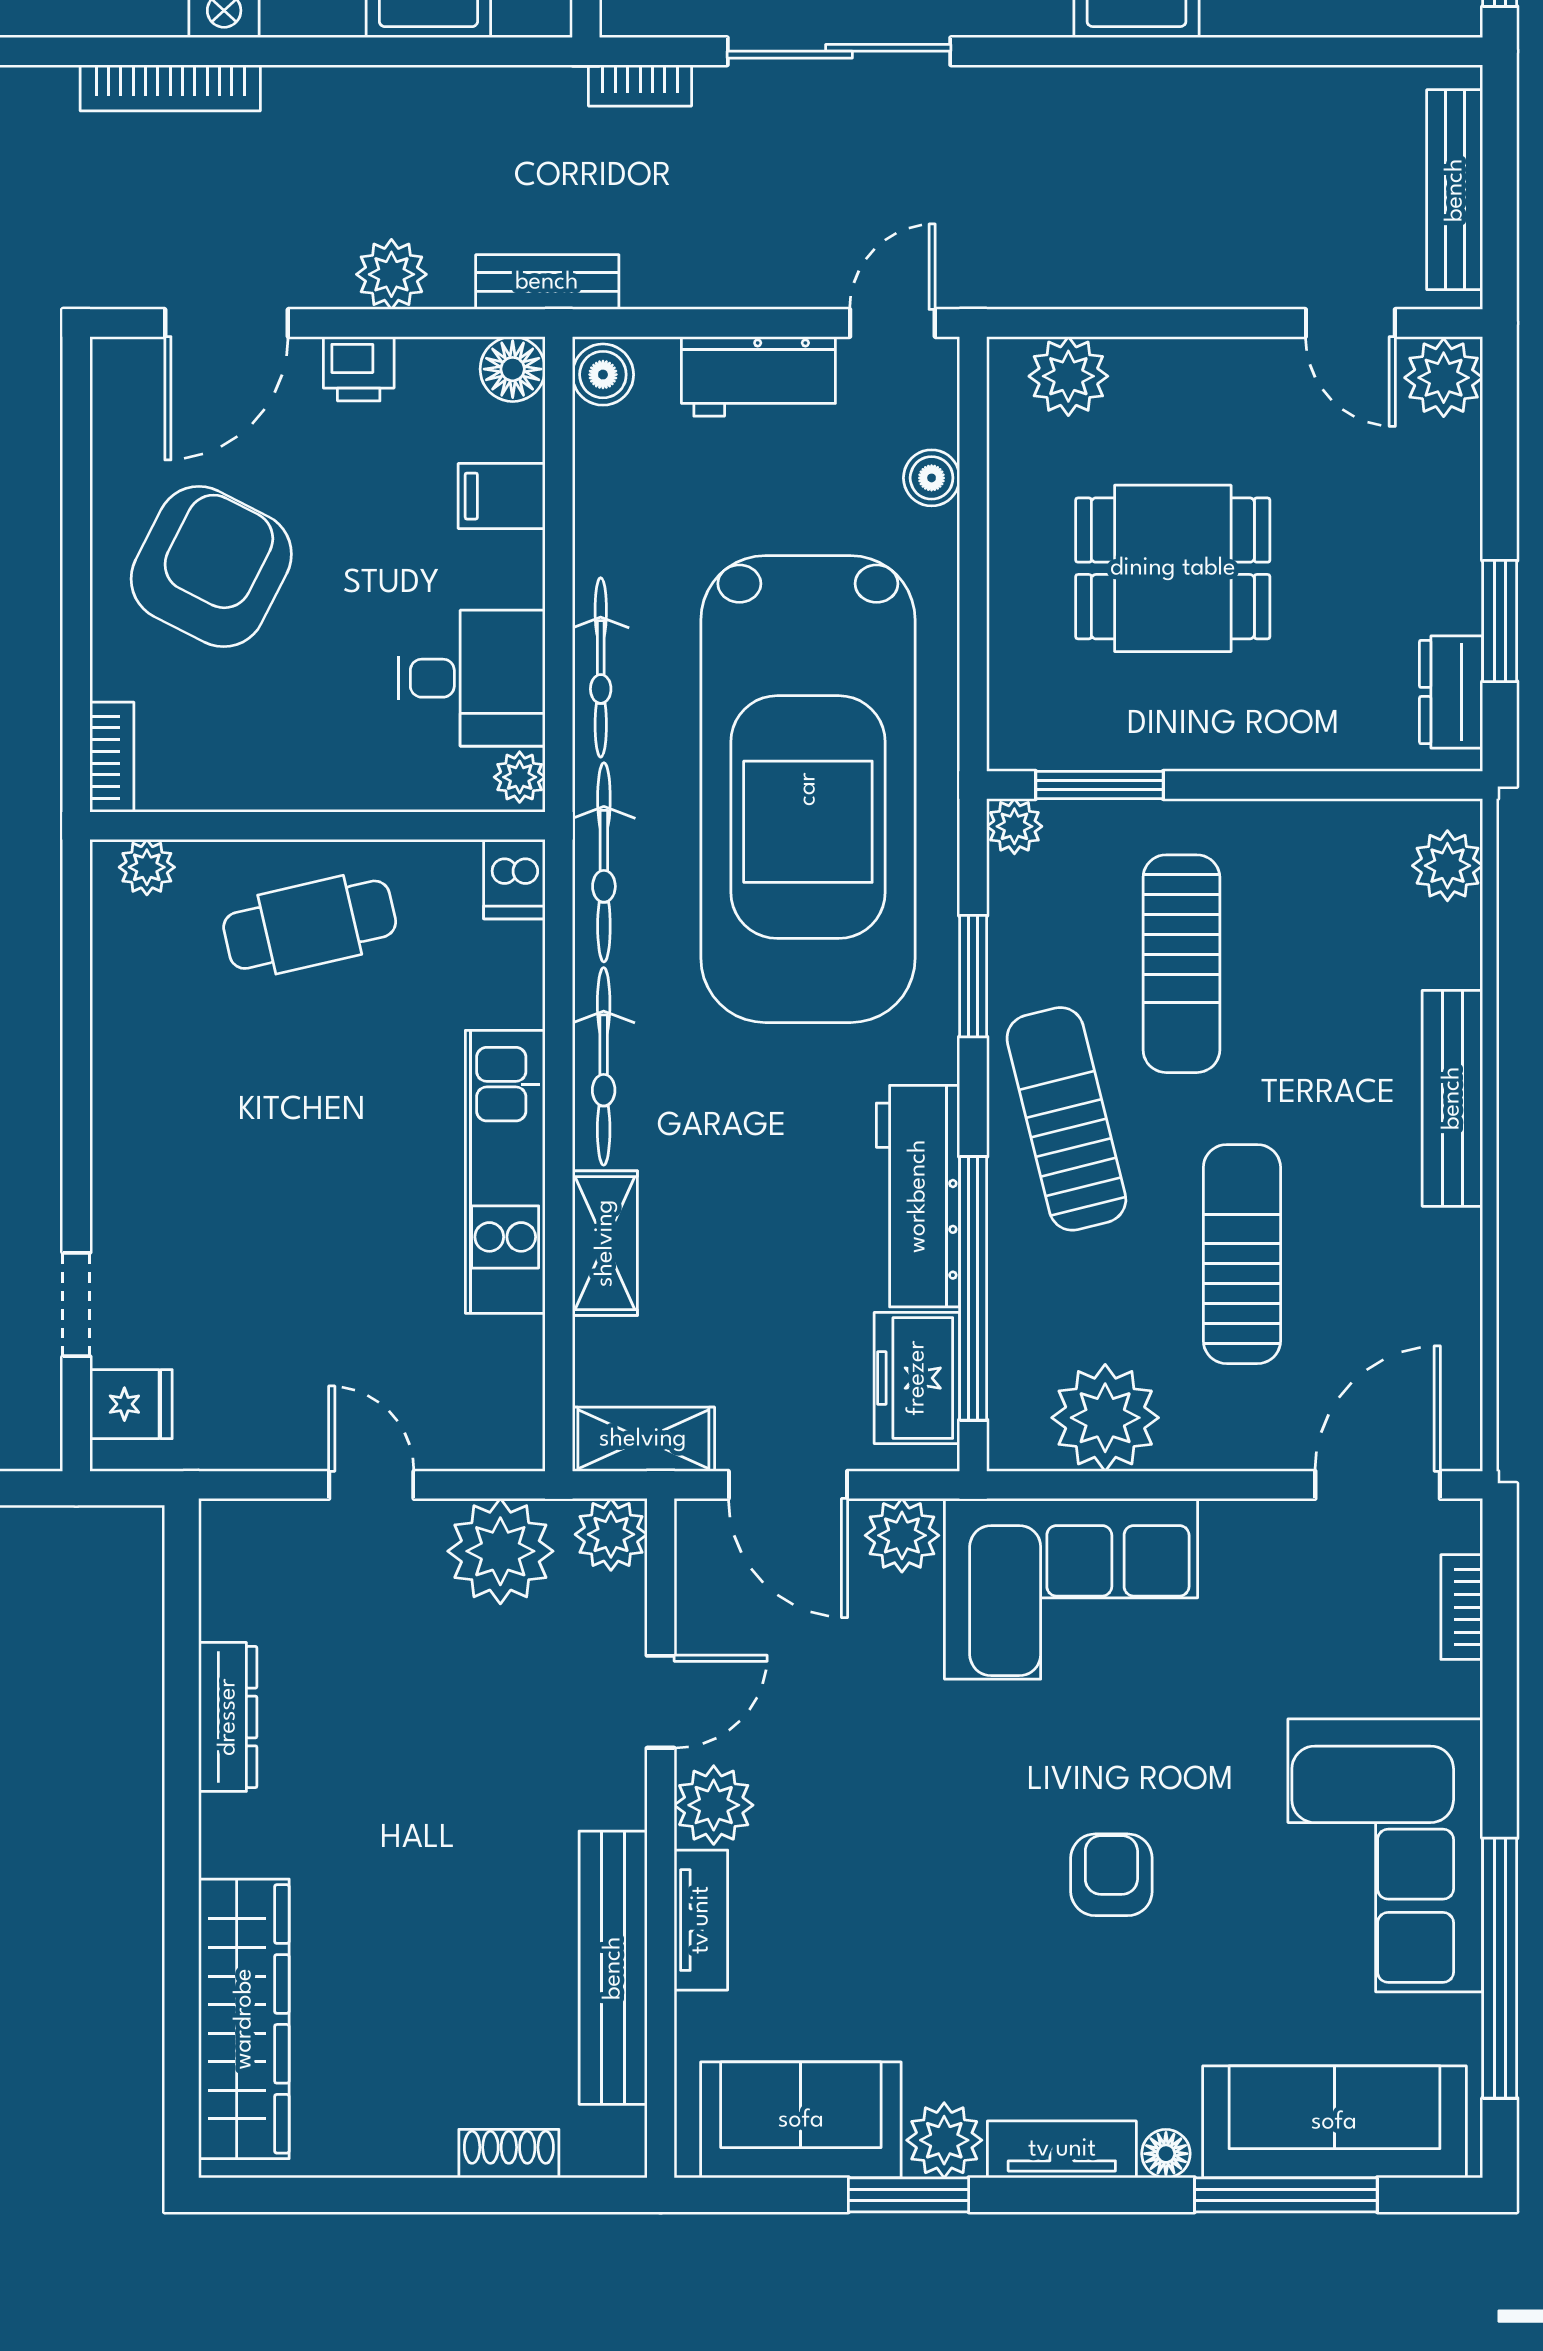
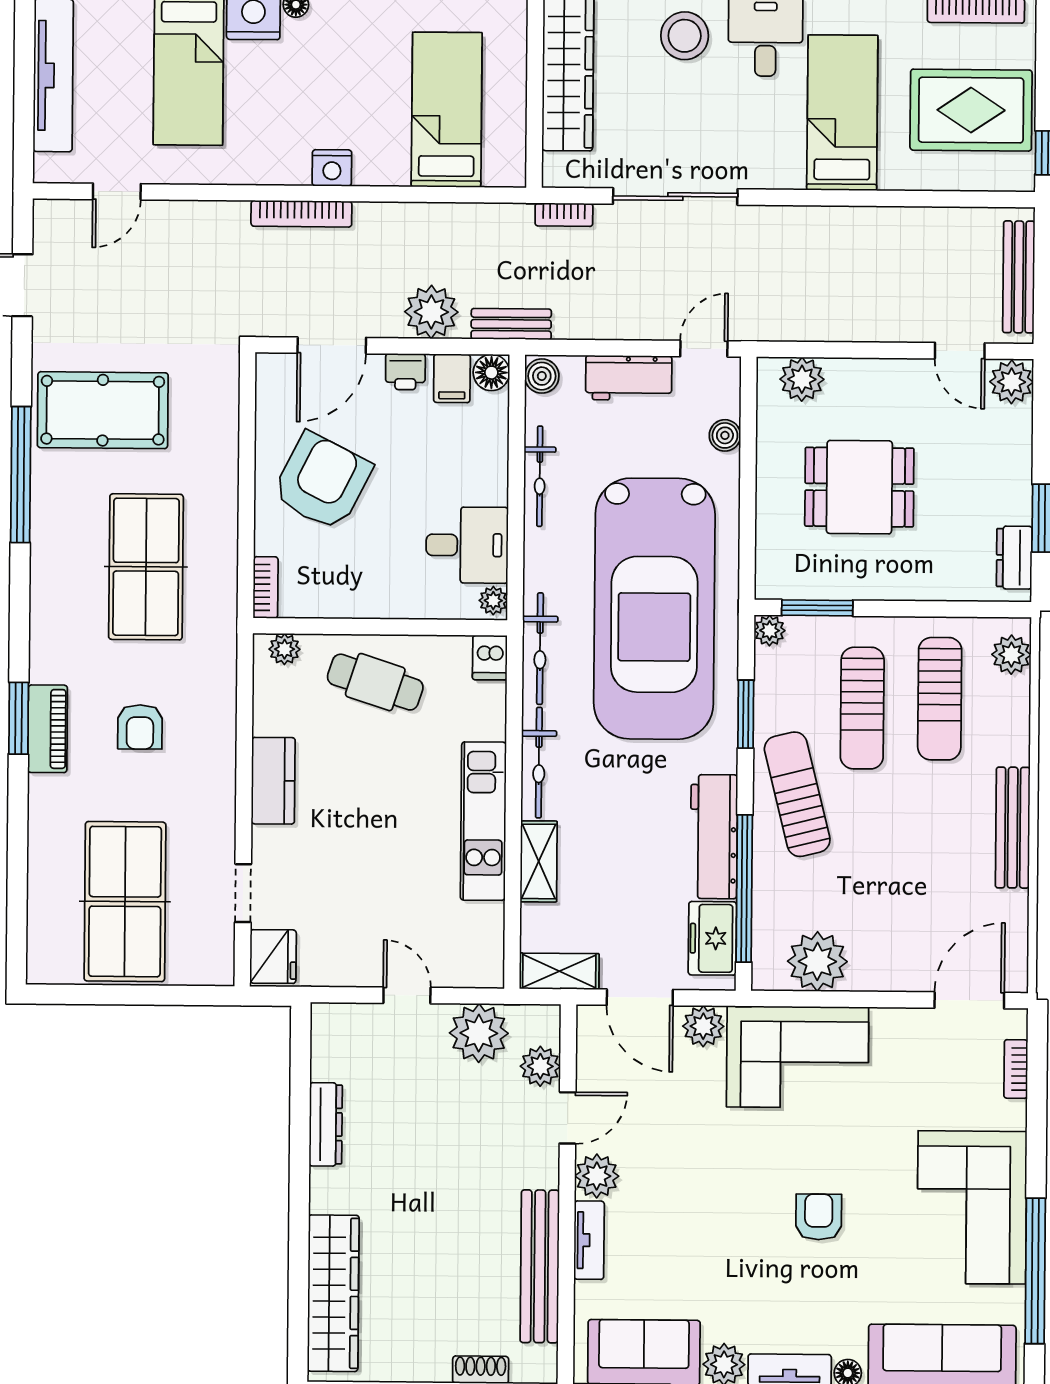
plant: (391, 274) -> (431, 312), width x1.36, depth x1.36
filing cabinet: (502, 496) -> (452, 378), moved, turned -90
bicycle: (601, 667) -> (540, 476), moved
cafe table: (310, 925) -> (375, 682), turned 31
bench: (1452, 1098) -> (1013, 828), moved
kitchen counter: (129, 1103) -> (273, 781), added
sun lounger: (1242, 1254) -> (940, 699), moved, turned 180
fridge: (131, 1404) -> (273, 957), width x1.38
plant: (611, 1534) -> (540, 1066), moved

